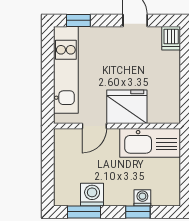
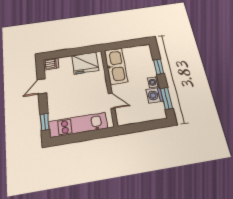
fridge: (127, 107) -> (85, 63), moved, turned -90
washing machine: (142, 198) -> (154, 82), moved

